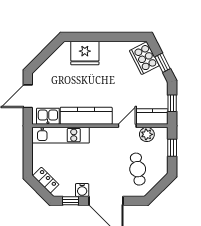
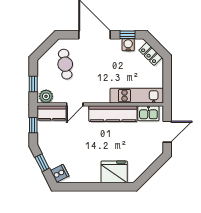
cooker: (144, 58) -> (60, 173), width x0.53, depth x0.76
plant: (147, 134) -> (46, 96), moved
water cooler: (82, 190) -> (128, 45), moved

